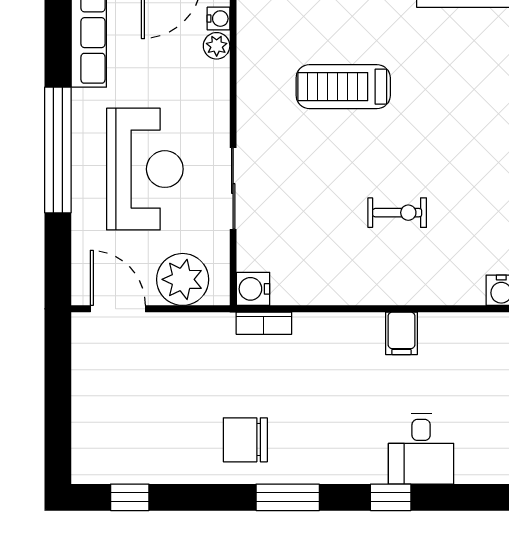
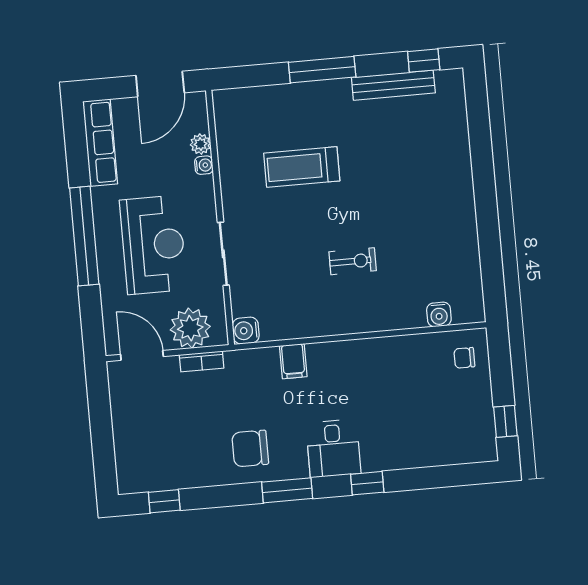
water cooler: (219, 19) -> (204, 165), moved
bookcase: (264, 323) -> (202, 361), moved
filing cabinet: (401, 333) -> (293, 361), moved
desk: (421, 449) -> (333, 448), moved

